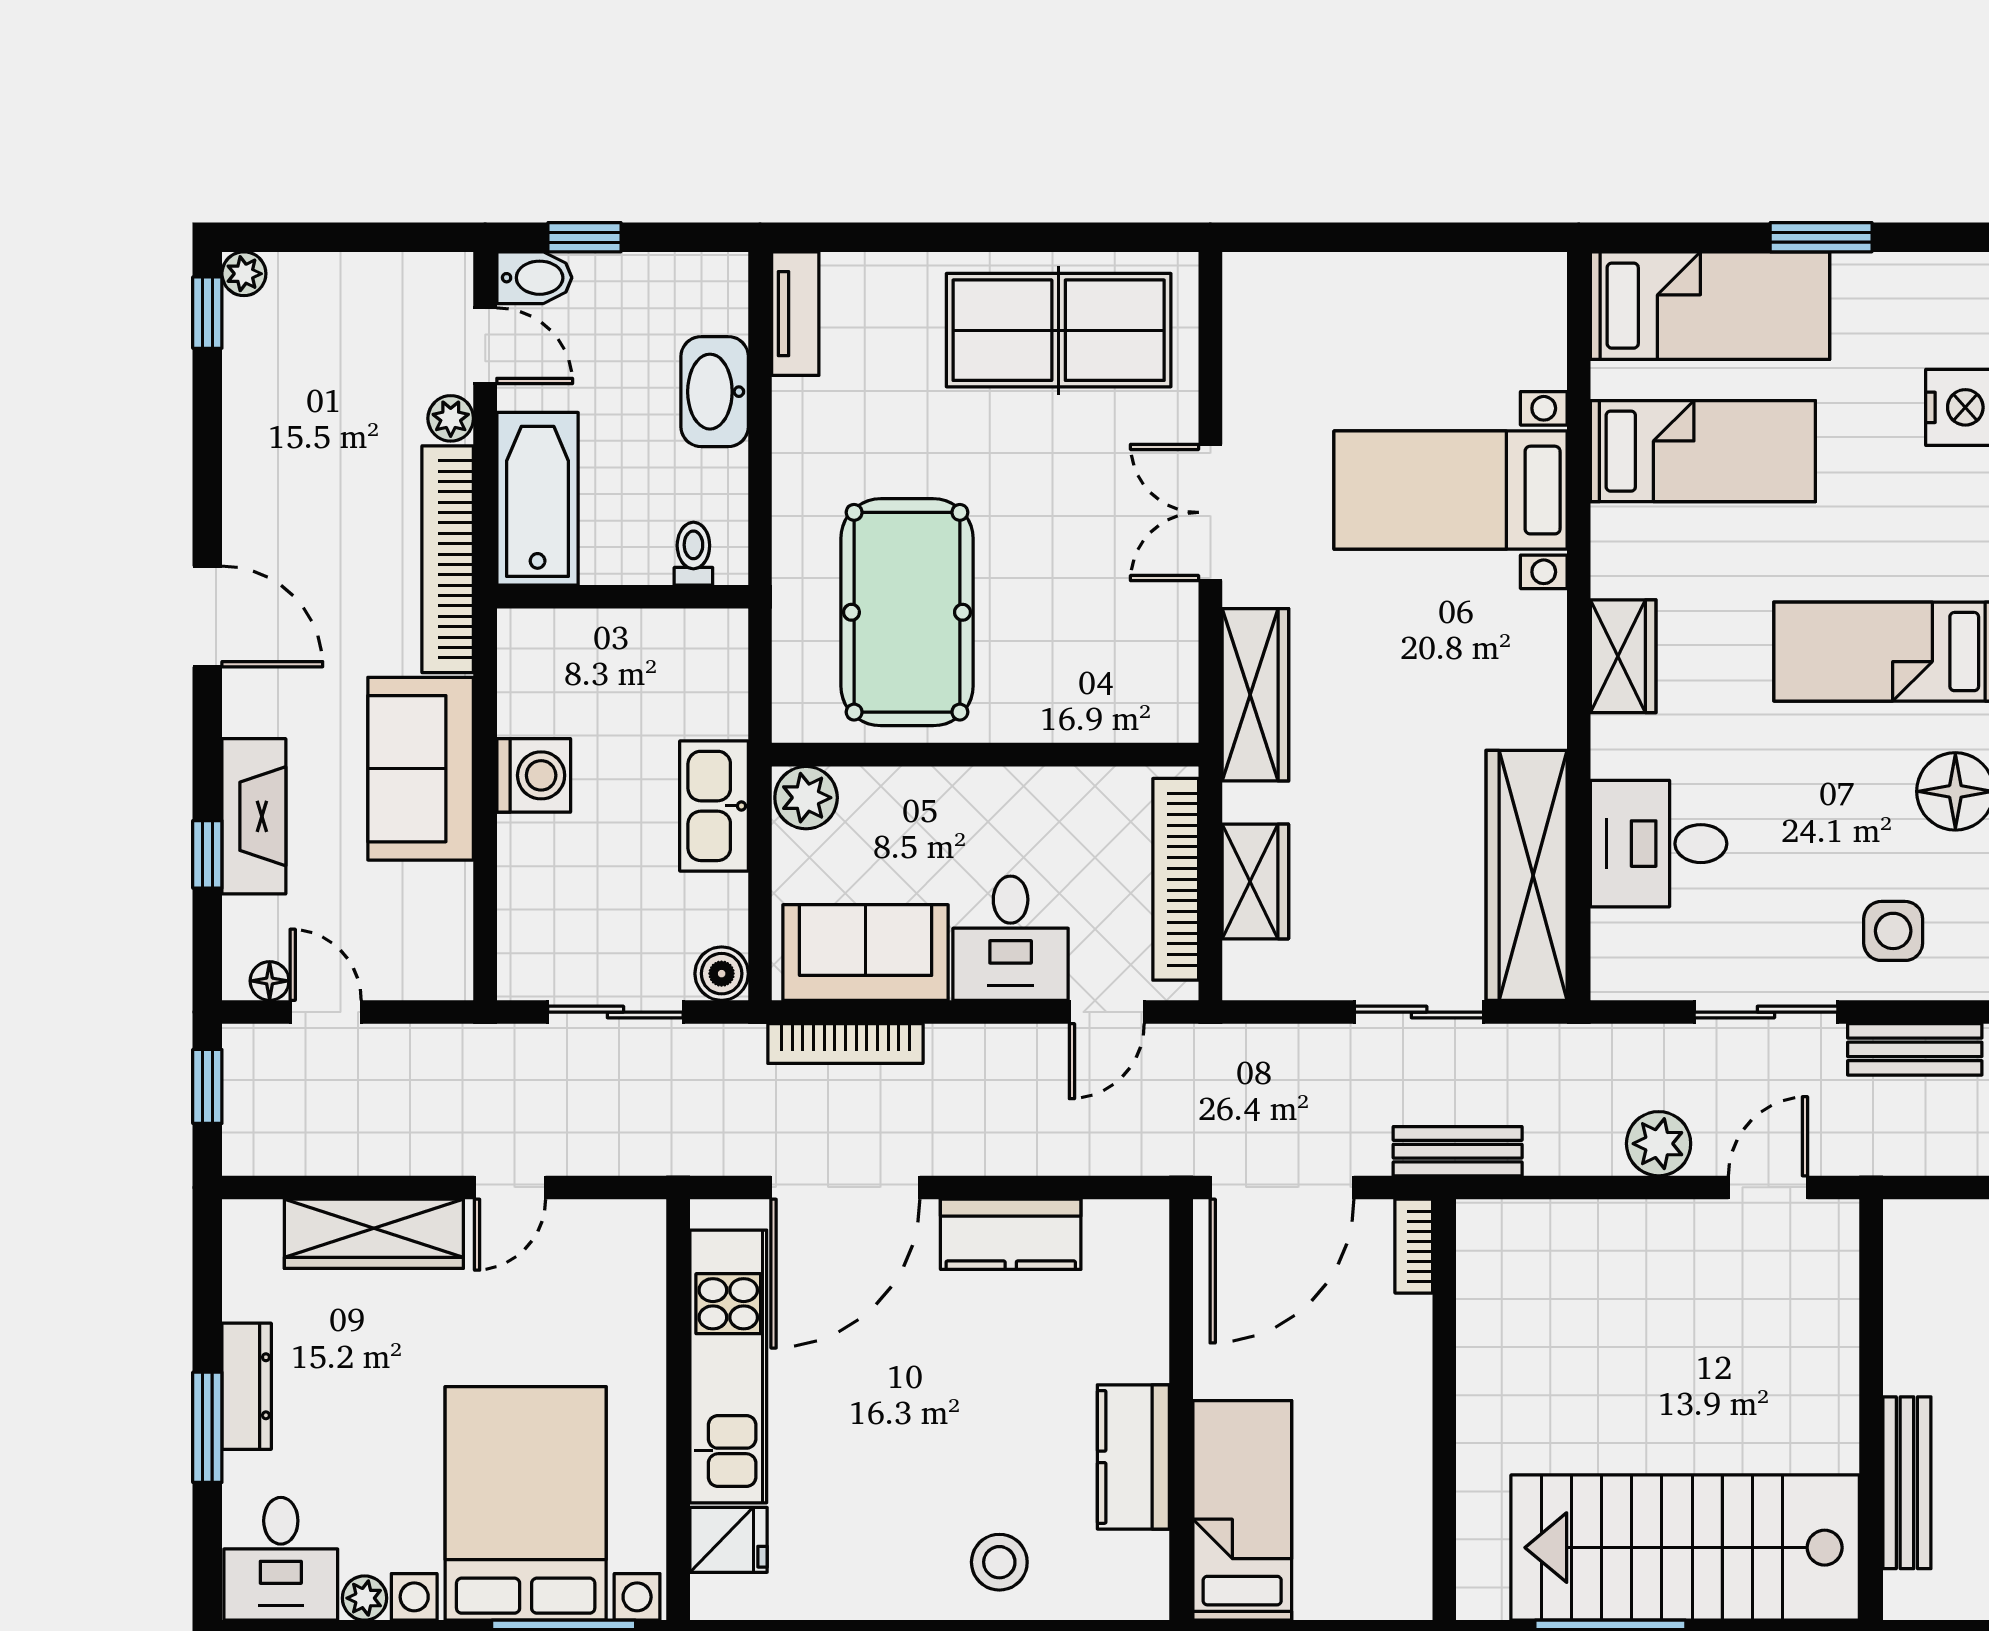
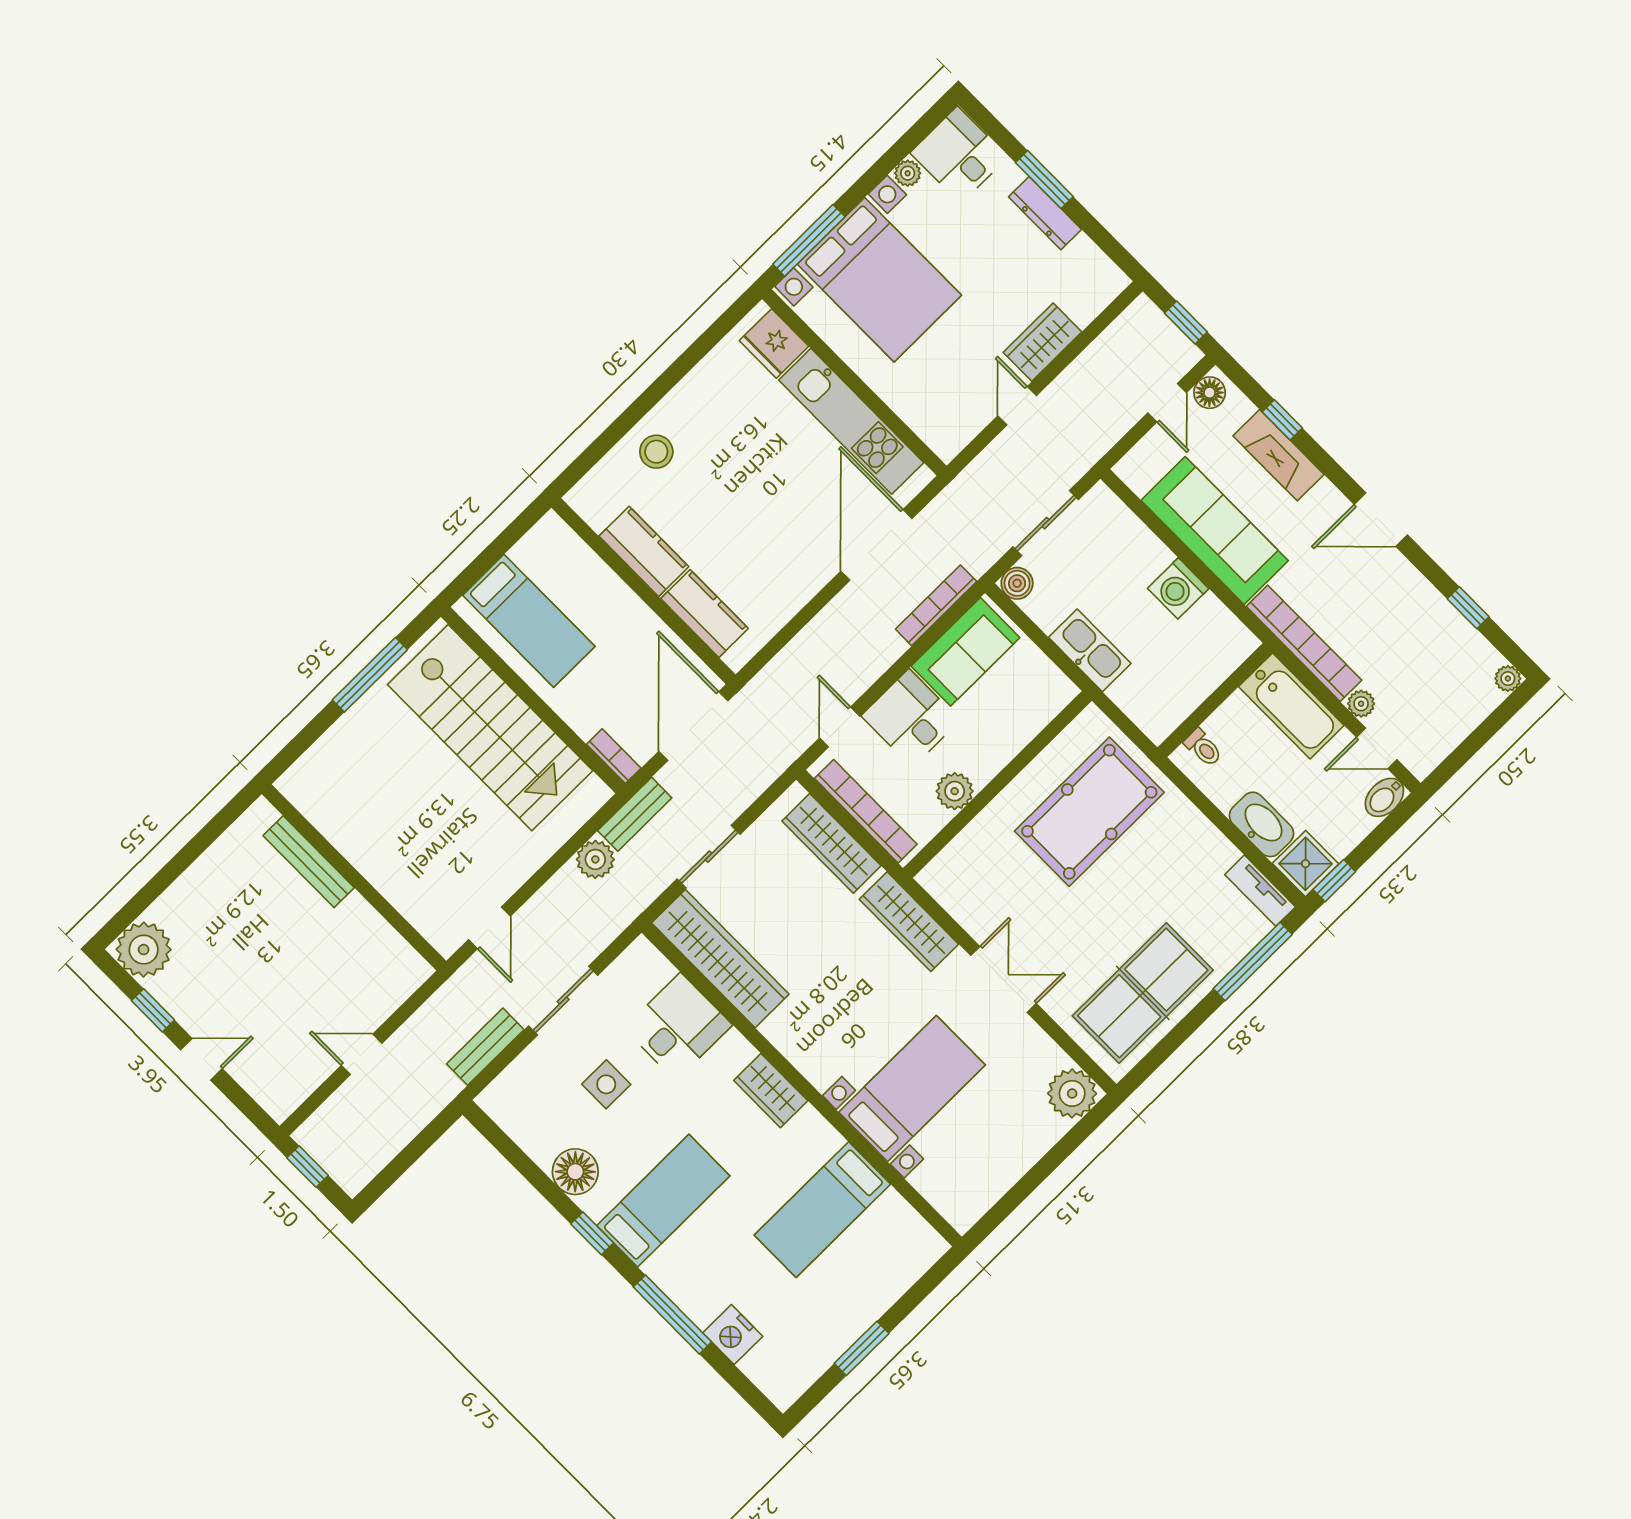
window: (584, 237) -> (1334, 881), moved
window: (889, 237) -> (1253, 961), added
shower: (708, 292) -> (1306, 864), added
plant: (1264, 293) -> (1072, 1093), added
bed: (1710, 306) -> (880, 1274), removed
window: (207, 313) -> (1468, 608), moved
pool table: (907, 612) -> (1089, 812), turned 90
sofa: (421, 769) -> (1215, 530), width x1.36
plant: (806, 798) -> (955, 791), moved
wardrobe: (1255, 881) -> (831, 843), width x1.50
side table: (1893, 931) -> (606, 1084), moved
floor lamp: (270, 981) -> (1210, 393), width x1.37, depth x1.37
door: (326, 1012) -> (1167, 403), hinge flipped
plant: (1659, 1144) -> (595, 859), moved
wardrobe: (374, 1234) -> (1042, 342), width x0.67
kitchen counter: (1011, 1234) -> (704, 613), moved, turned 90
bed: (1242, 1510) -> (529, 621), moved
fridge: (728, 1540) -> (774, 343), width x1.38
stairs: (1685, 1548) -> (490, 728), moved, turned 90

